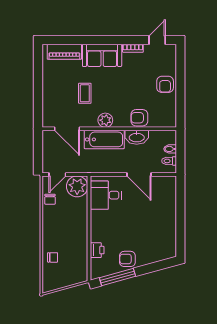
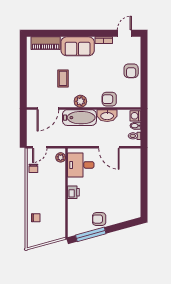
door: (67, 129) -> (48, 109), hinge flipped
washing machine: (170, 137) -> (135, 116), added
plant: (77, 186) -> (61, 157), width x0.53, depth x0.53
printer: (97, 250) -> (73, 192), moved

